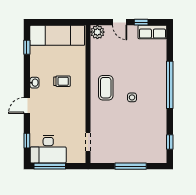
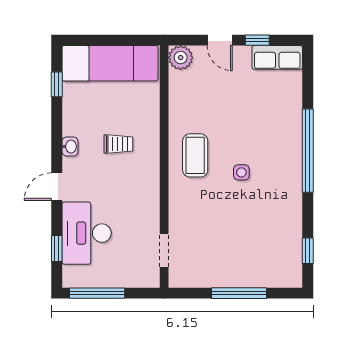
desk: (48, 149) -> (87, 233), moved, turned 90

